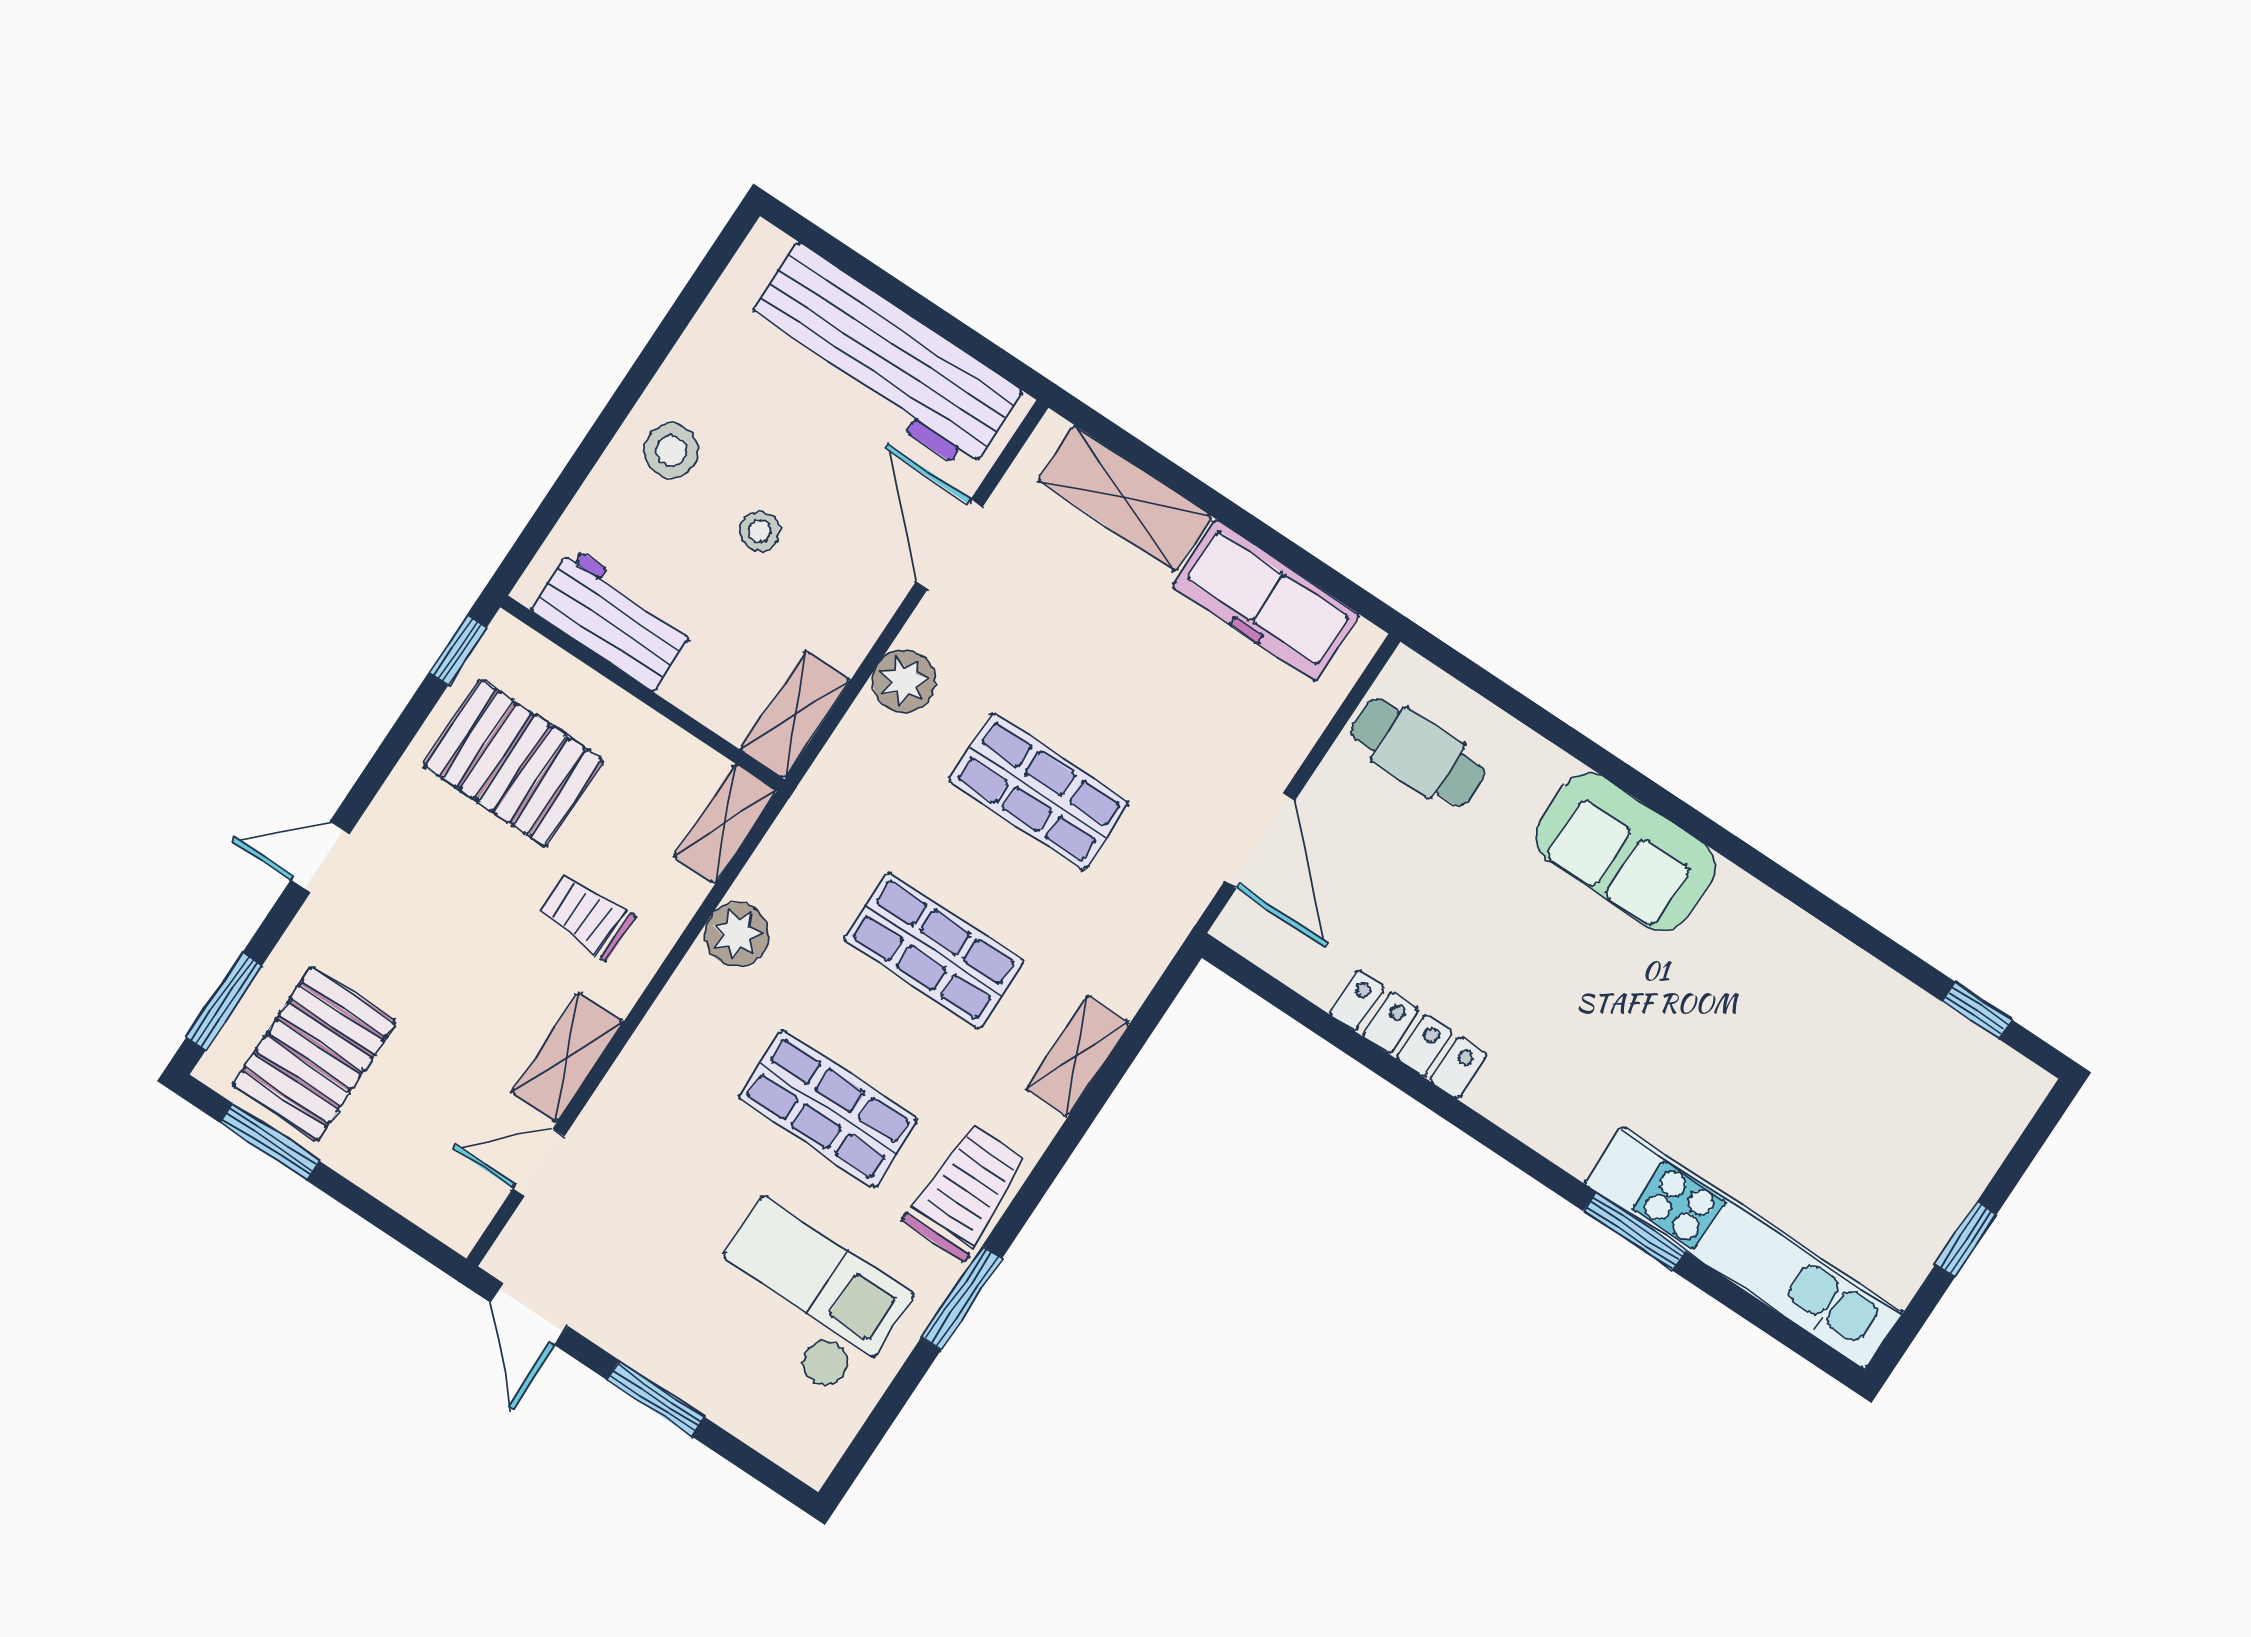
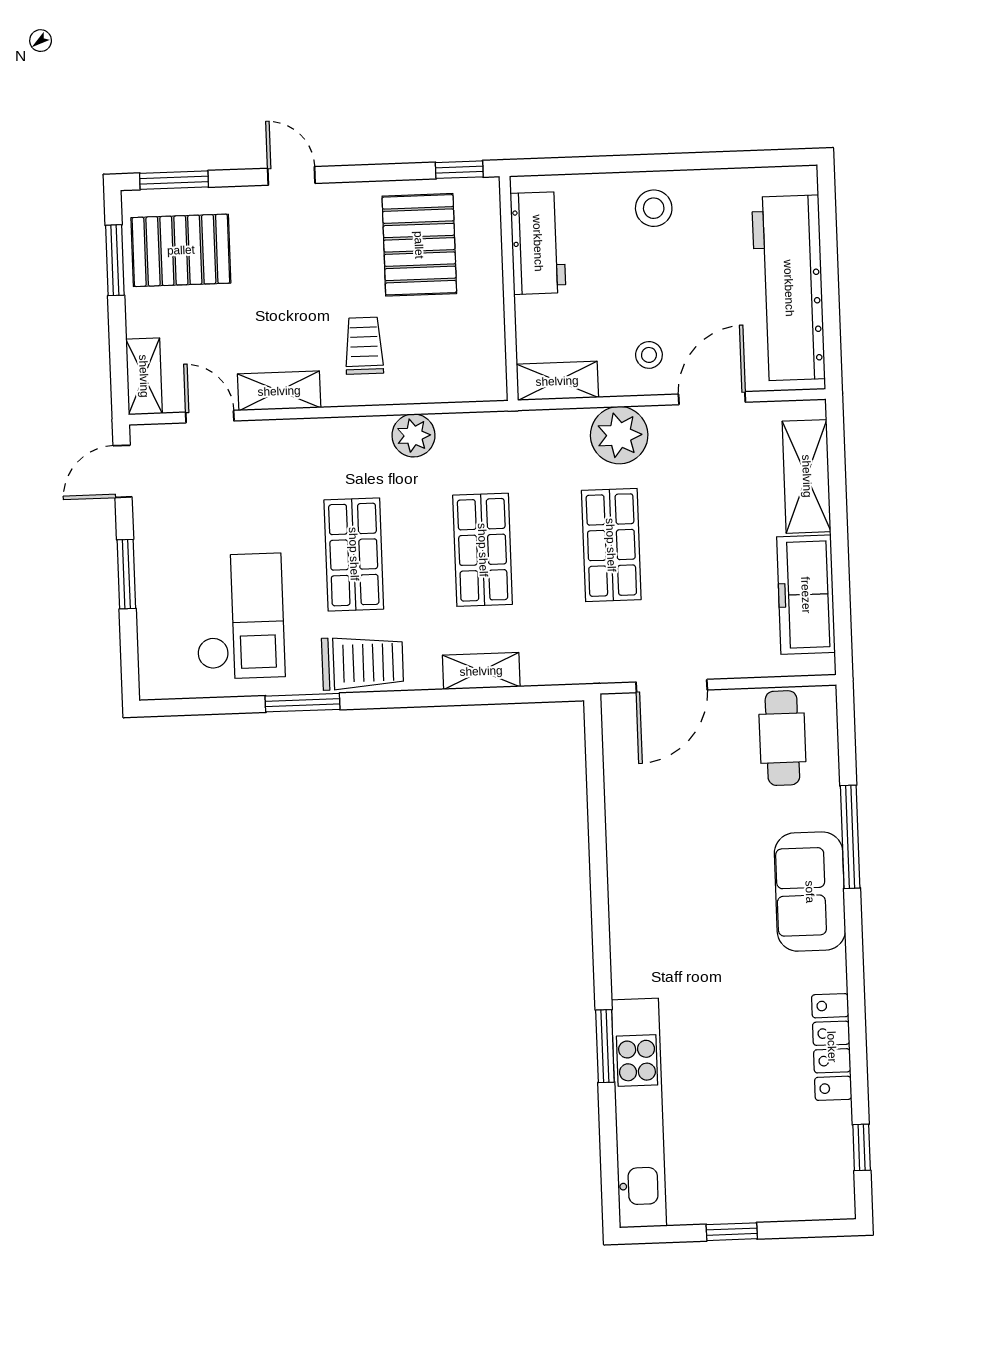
stool: (760, 531) -> (649, 355), moved
plant: (904, 681) -> (619, 435), width x1.36, depth x1.36
window: (1595, 757) -> (850, 837), added
shelving: (725, 824) -> (144, 376), moved, turned 90
locker: (1408, 1034) -> (832, 1047), moved, turned 180

